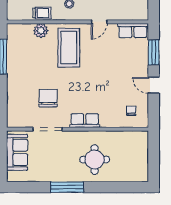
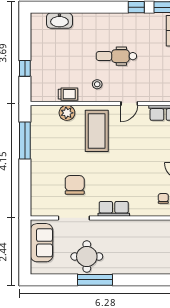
round table: (95, 160) -> (87, 256), moved

